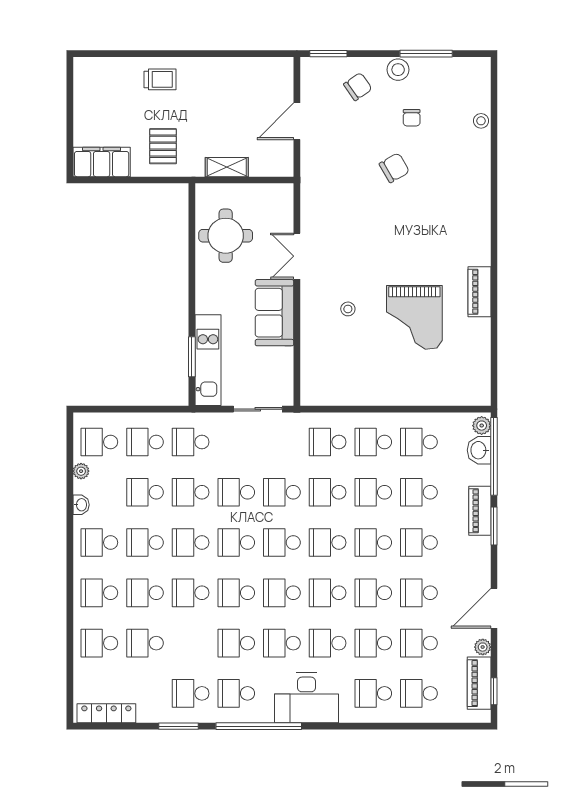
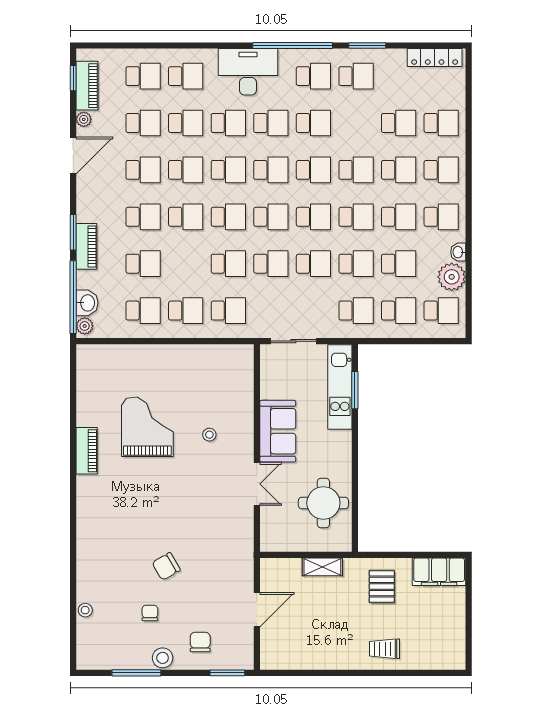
chair: (358, 87) -> (200, 642), turned 125
plant: (81, 471) -> (452, 277), width x1.88, depth x1.88
school desk: (373, 492) -> (186, 264), removed

